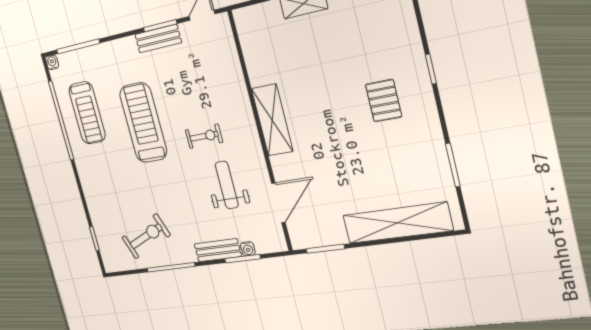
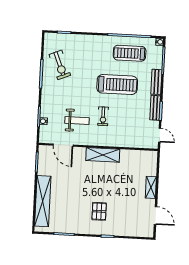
pallet: (384, 101) -> (99, 211), turned 90
bench: (218, 250) -> (156, 82), moved

